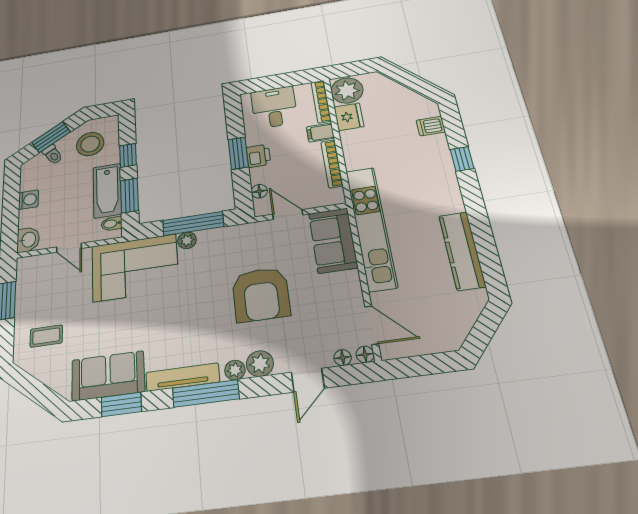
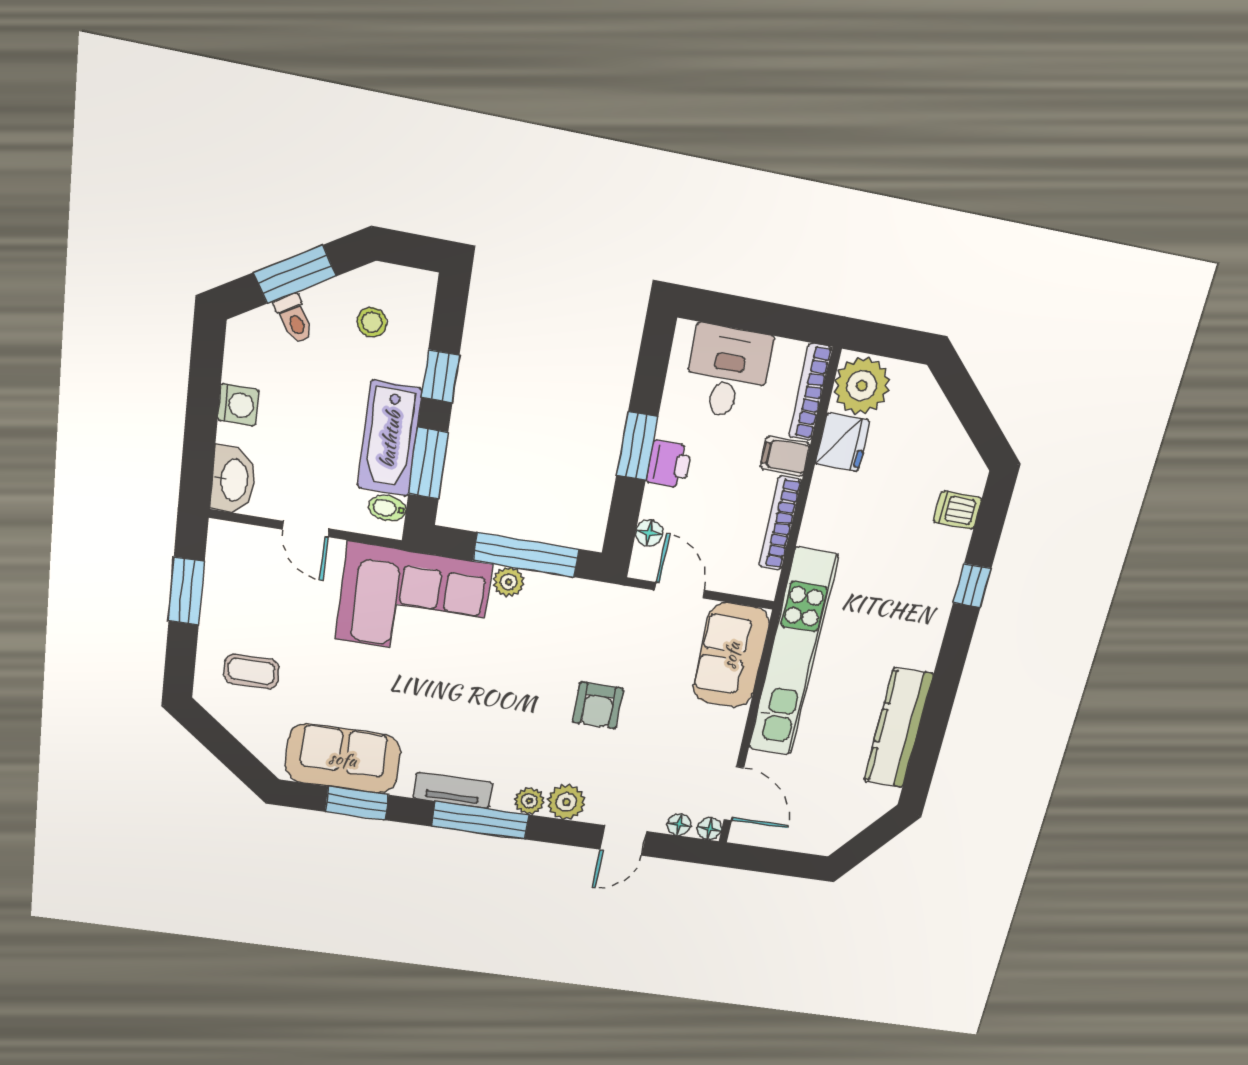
stool: (90, 144) -> (372, 322), width x0.53, depth x0.53
washbasin: (28, 240) -> (233, 480), width x1.38
armchair: (261, 294) -> (598, 705), width x0.53, depth x0.53
tv unit: (183, 377) -> (453, 790), width x0.71

